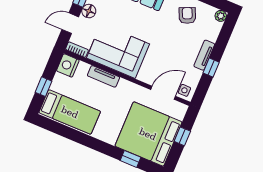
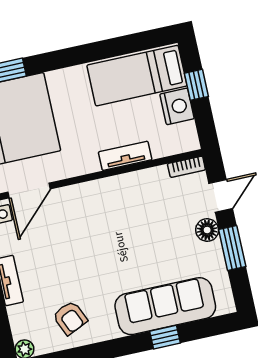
corner sofa: (118, 51) -> (130, 204), removed
nightstand: (68, 65) -> (177, 106), moved

